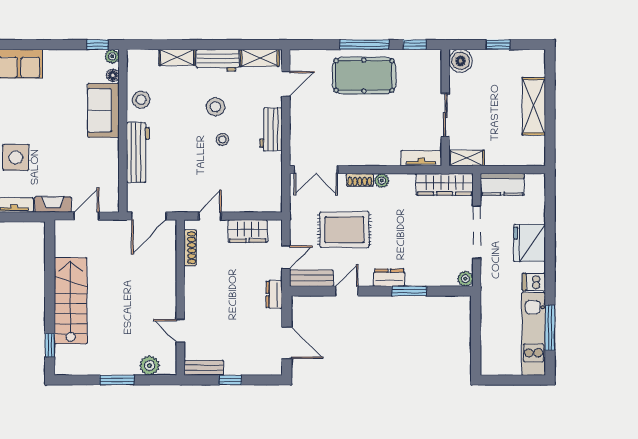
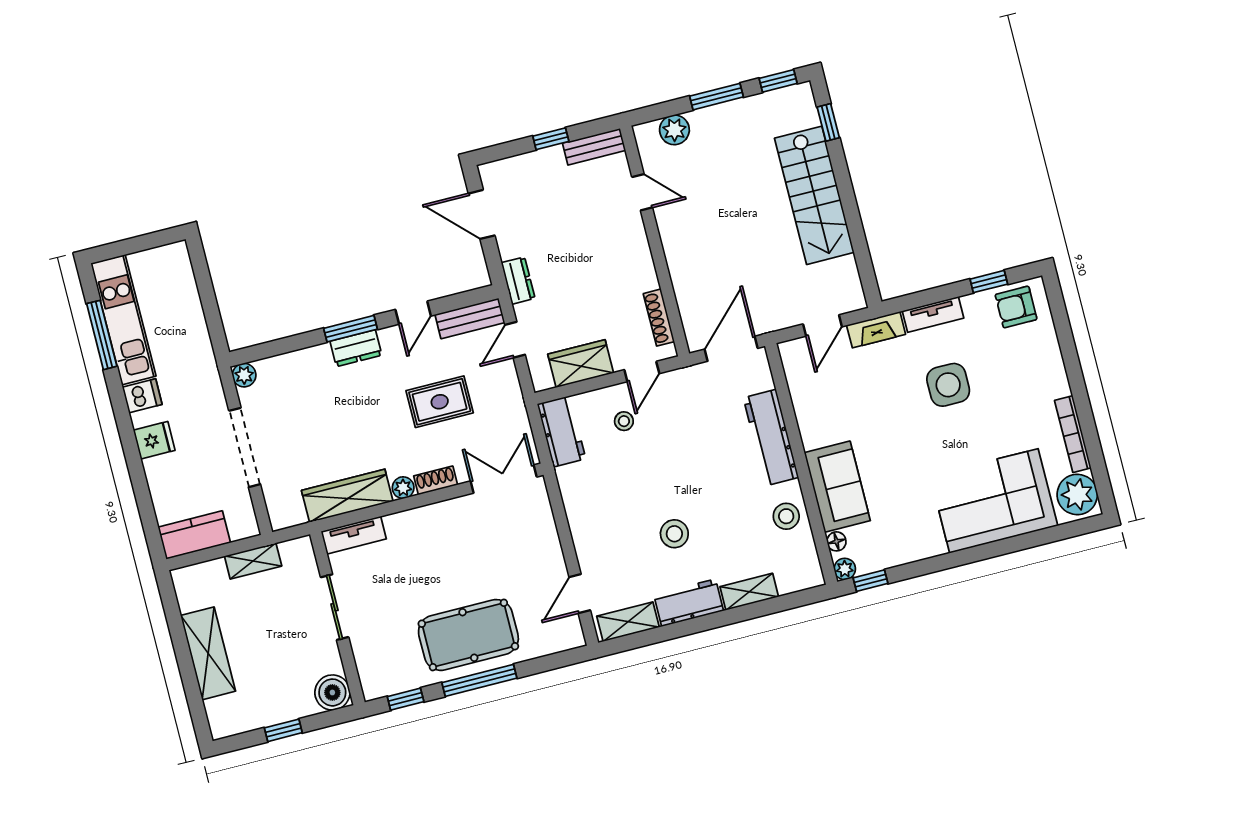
workbench: (271, 129) -> (562, 431), moved
stool: (222, 139) -> (624, 421), moved
shelving: (467, 158) -> (253, 561), moved
wardrobe: (445, 184) -> (347, 496), moved
kitchen counter: (502, 184) -> (194, 535), moved
rug: (344, 230) -> (440, 402), width x0.73, depth x0.70
fridge: (529, 243) -> (154, 440), width x0.53, depth x0.75
window: (409, 291) -> (350, 329), moved
window: (75, 380) -> (778, 81), added

